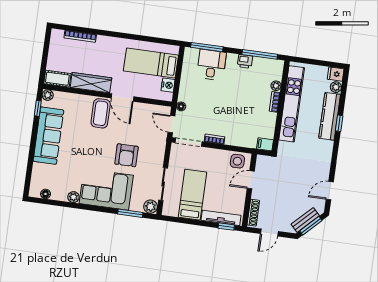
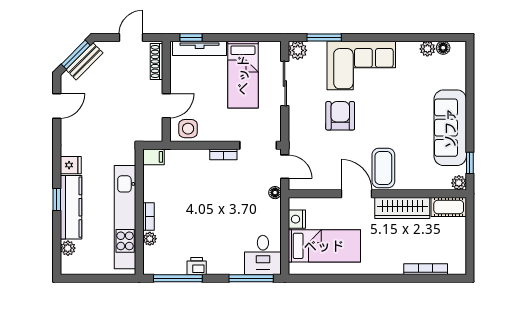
desk: (211, 65) -> (263, 255), moved
fridge: (336, 74) -> (71, 165), moved
plant: (73, 197) -> (427, 49), moved

